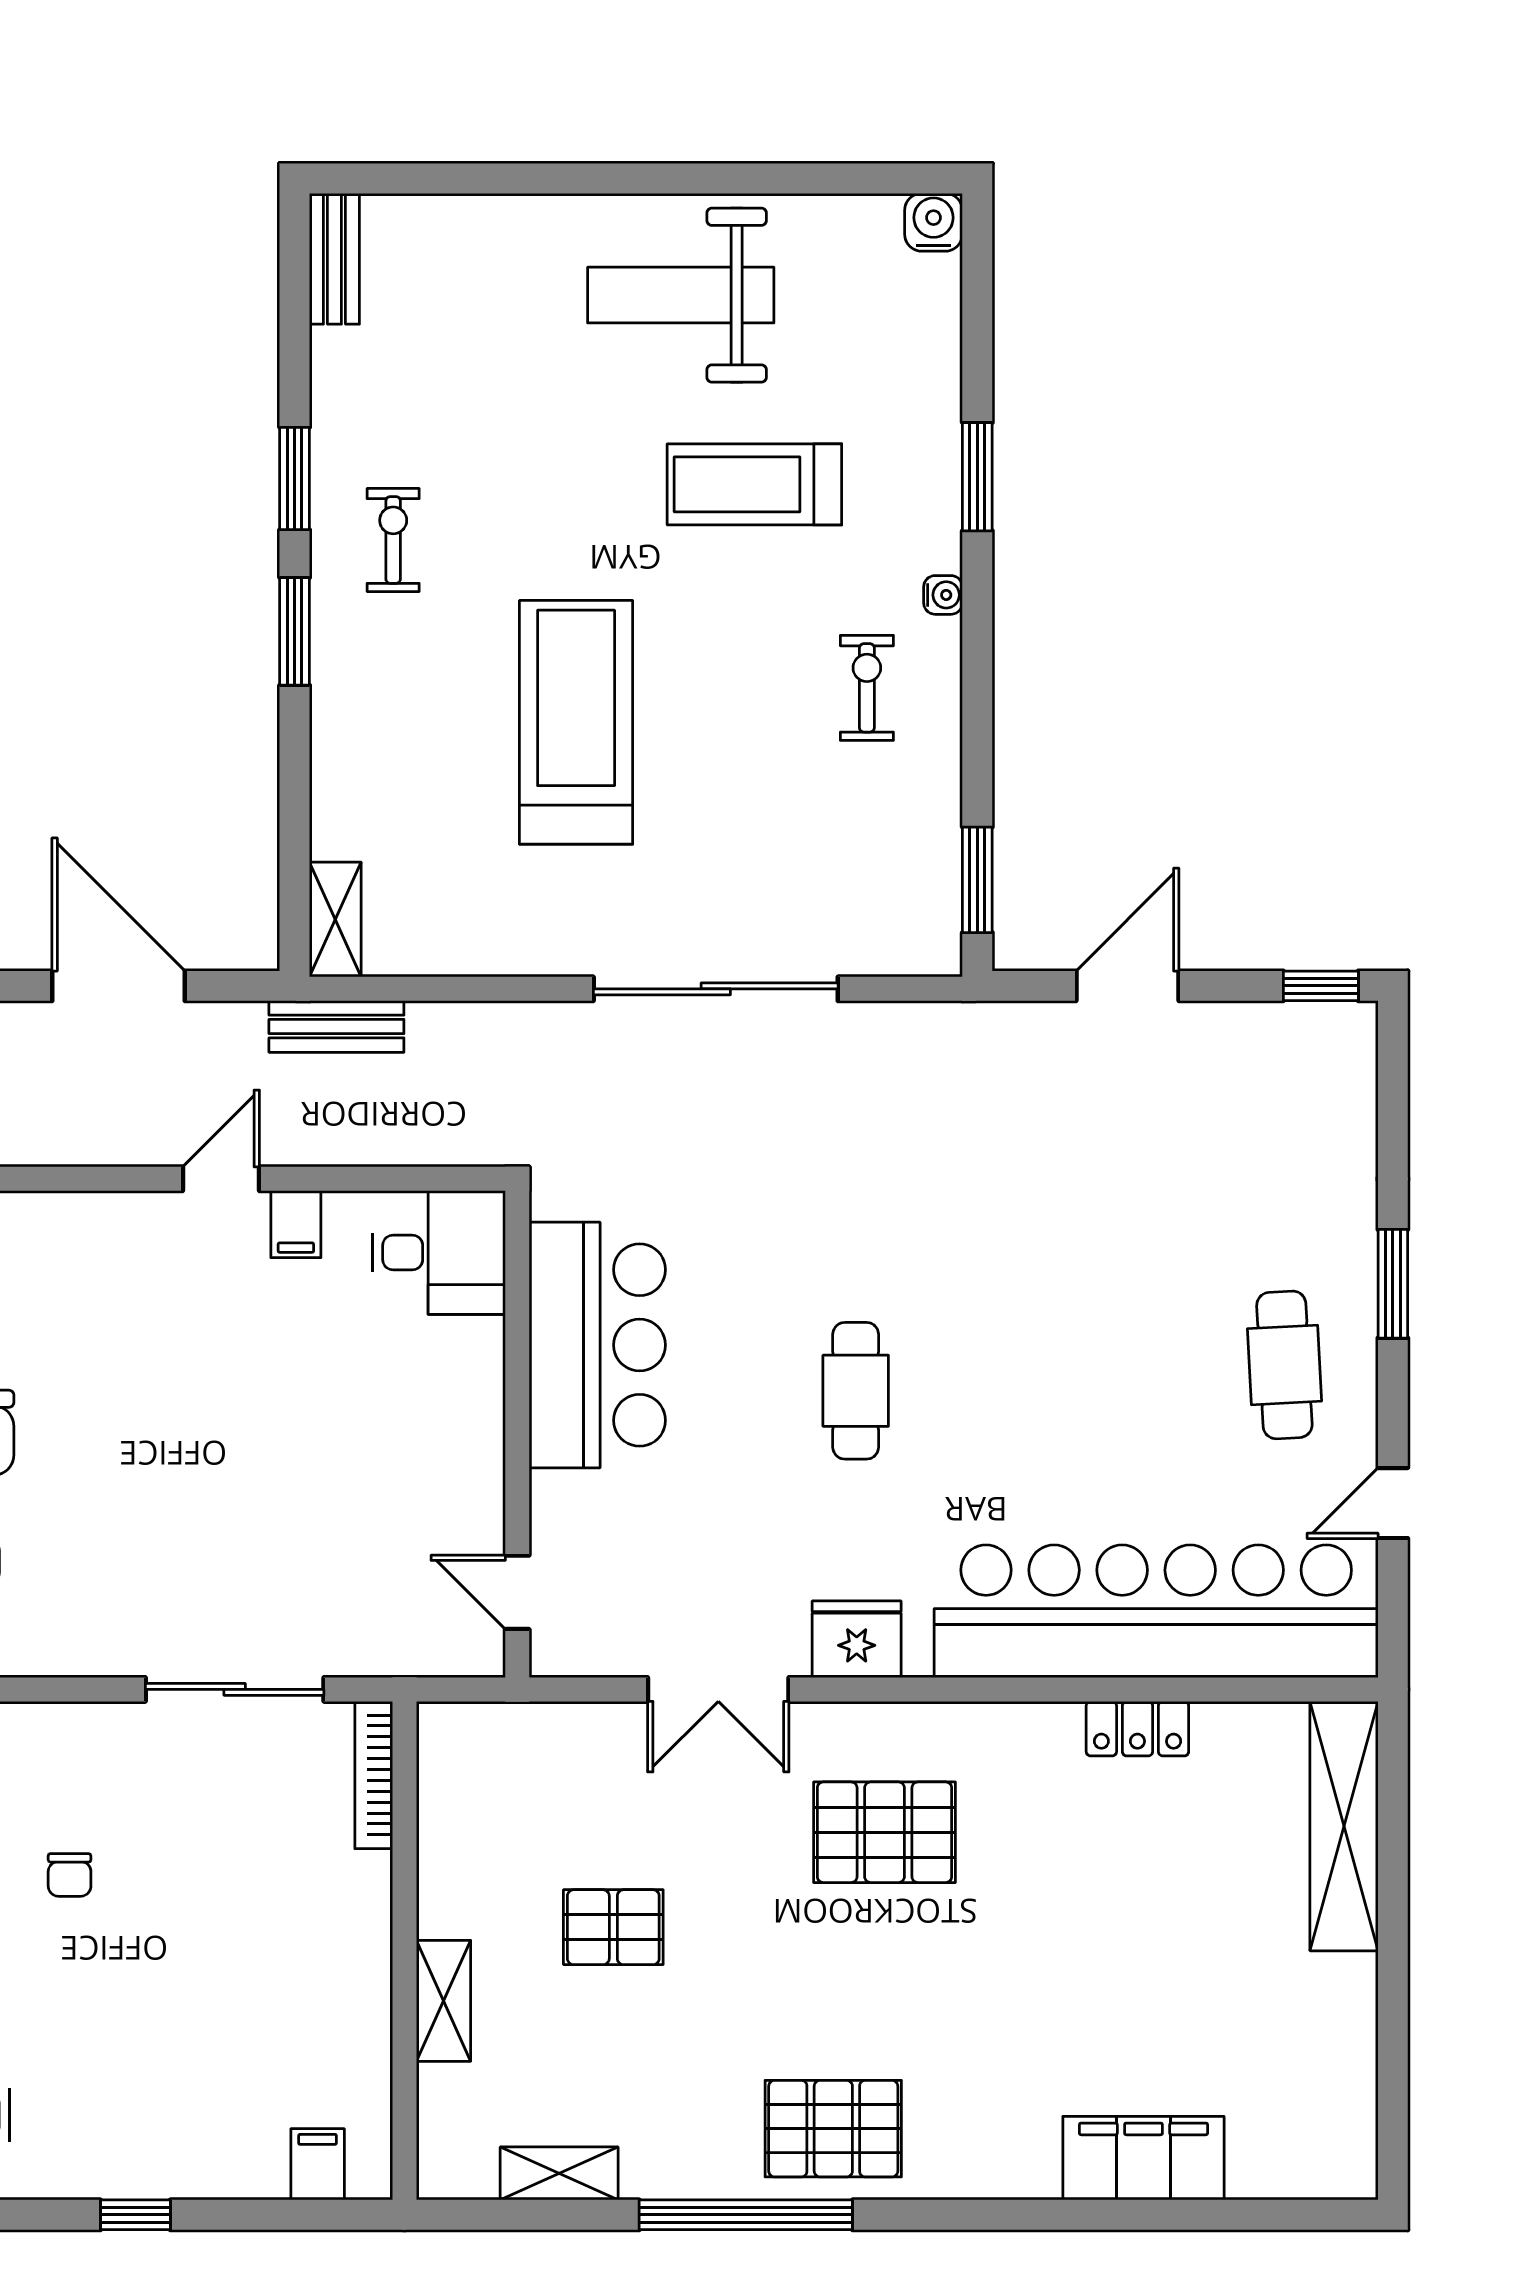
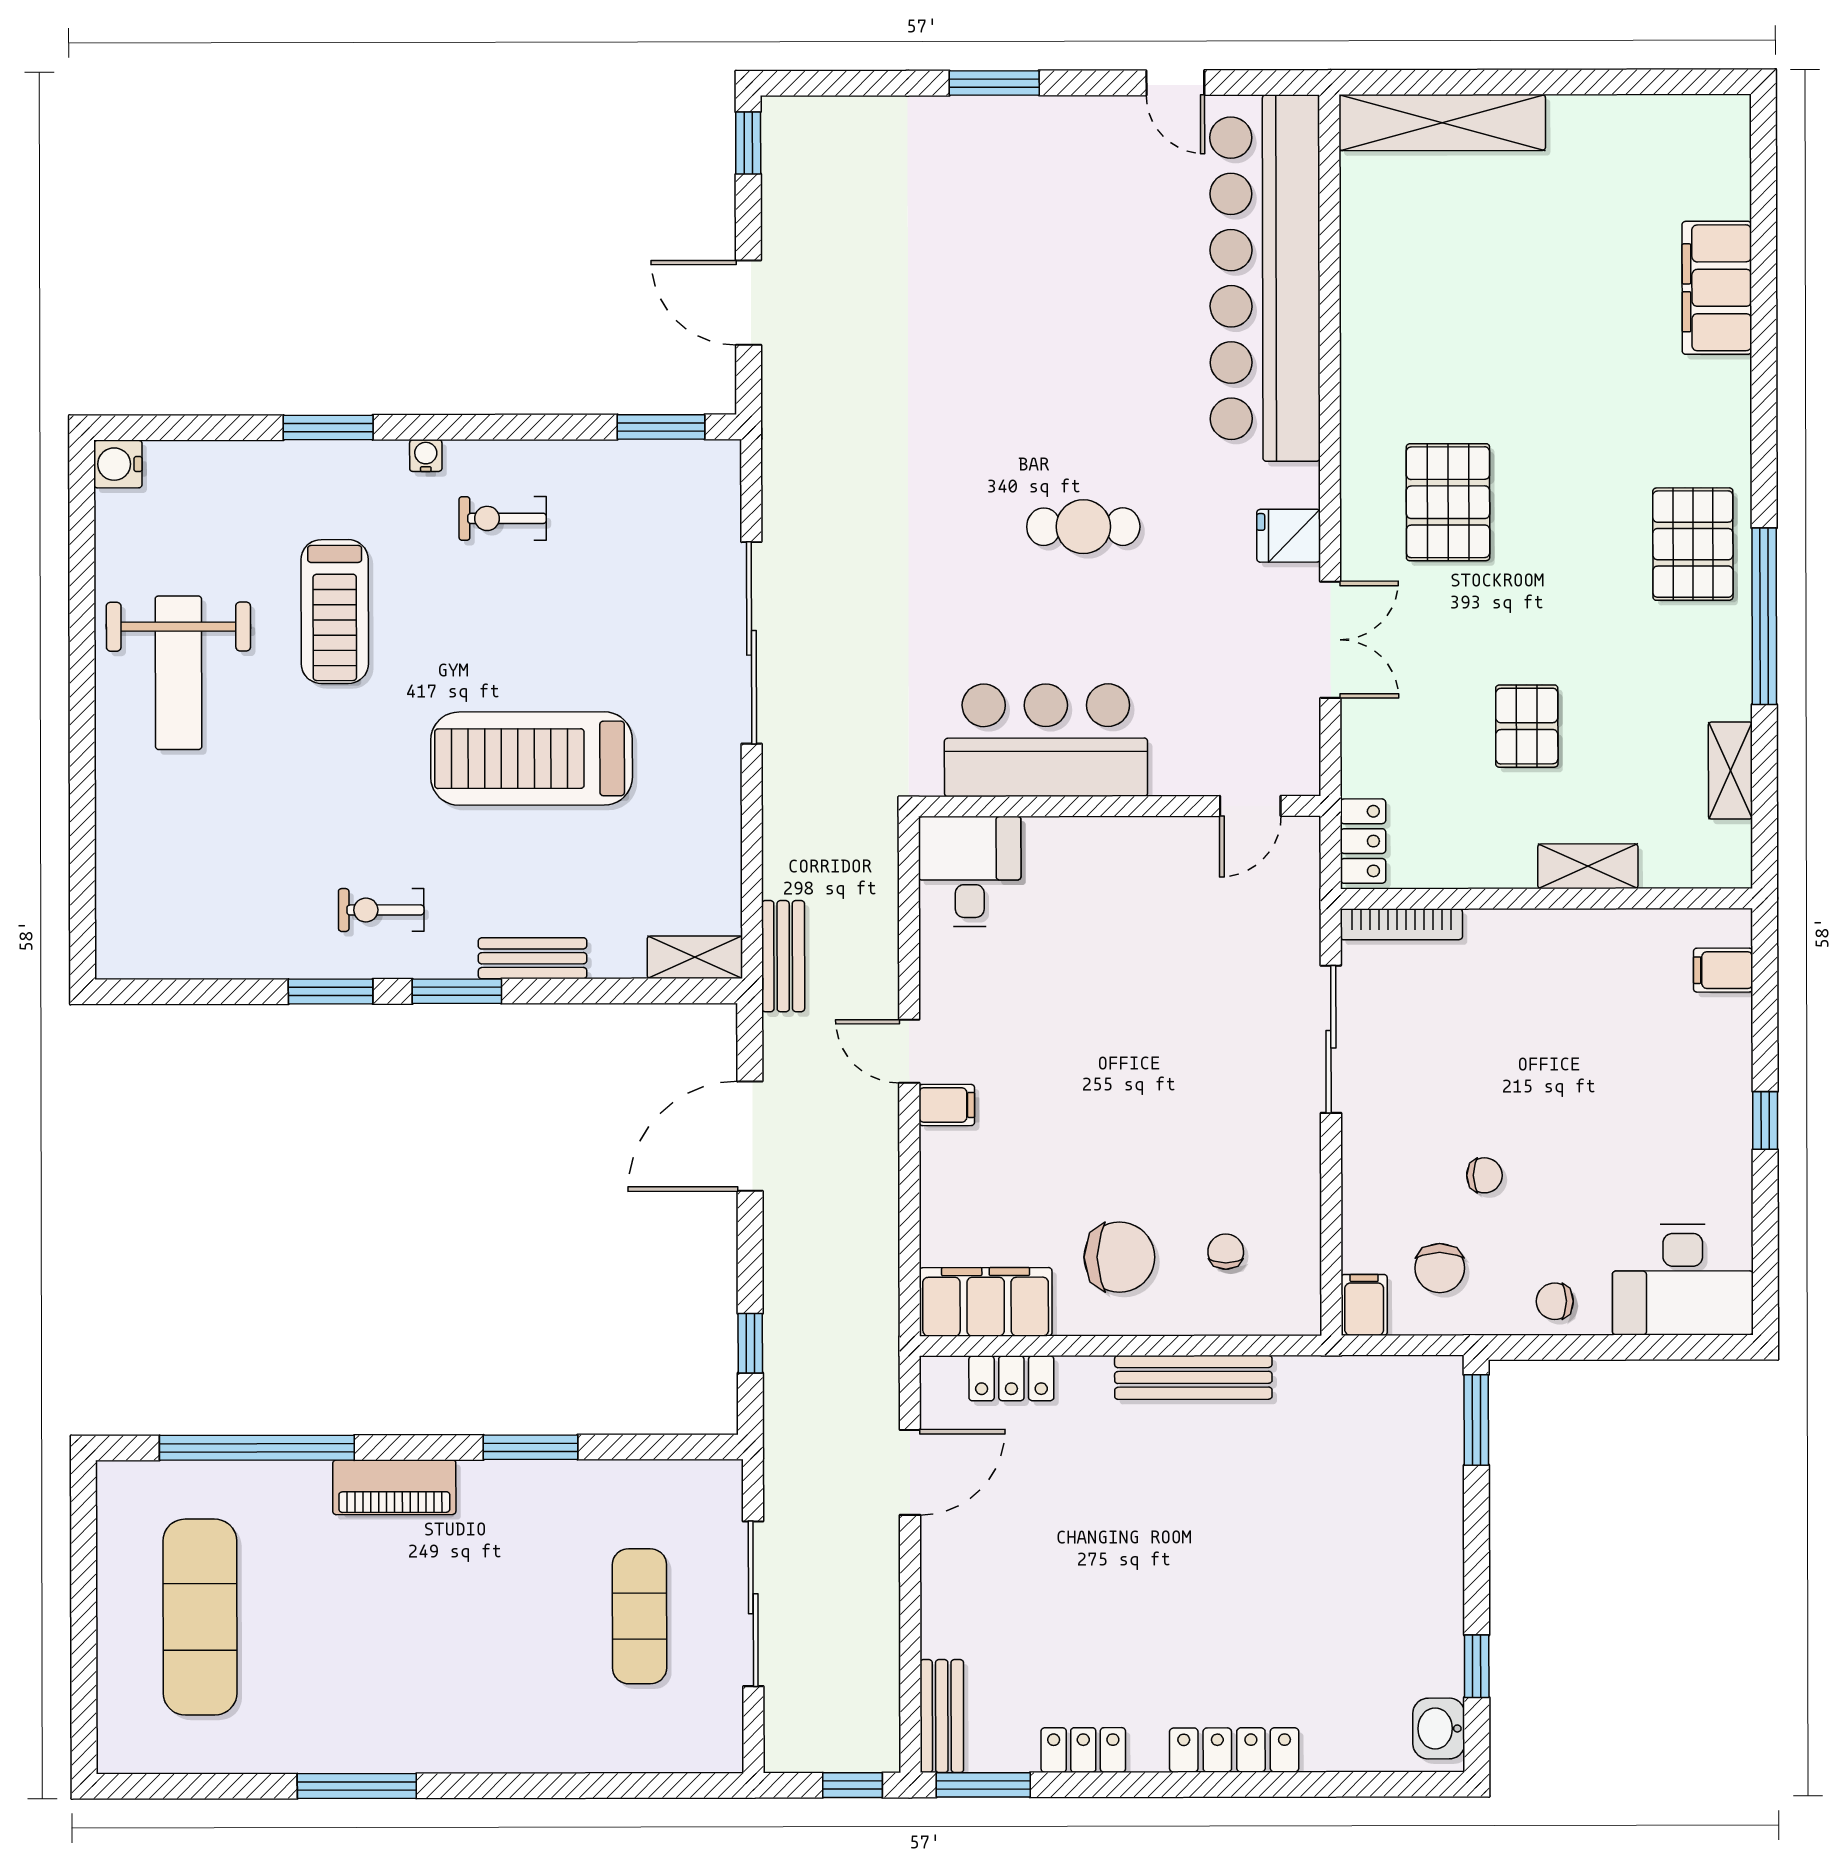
bench: (334, 259) -> (533, 958), moved
filing cabinet: (296, 1224) -> (947, 1105), moved
cafe table: (1284, 1365) -> (1061, 173), removed
fridge: (857, 1639) -> (1289, 536), width x0.72
locker: (1137, 1729) -> (1363, 841), moved

